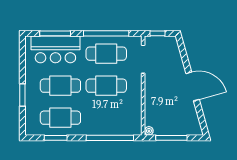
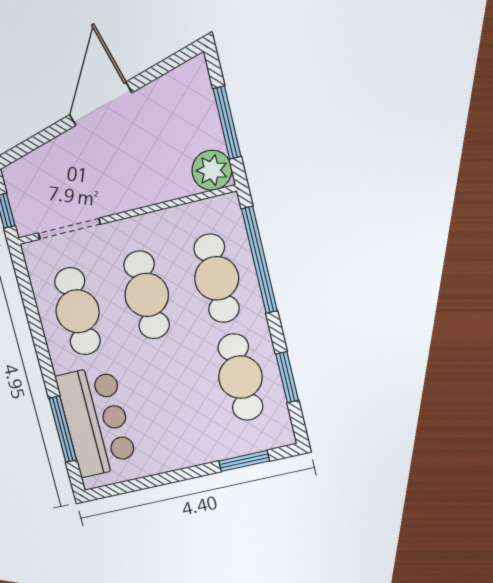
window: (106, 33) -> (35, 322), removed
cafe table: (60, 86) -> (217, 278), moved
window: (22, 95) -> (244, 461), moved
plant: (149, 131) -> (212, 170), width x1.88, depth x1.88

